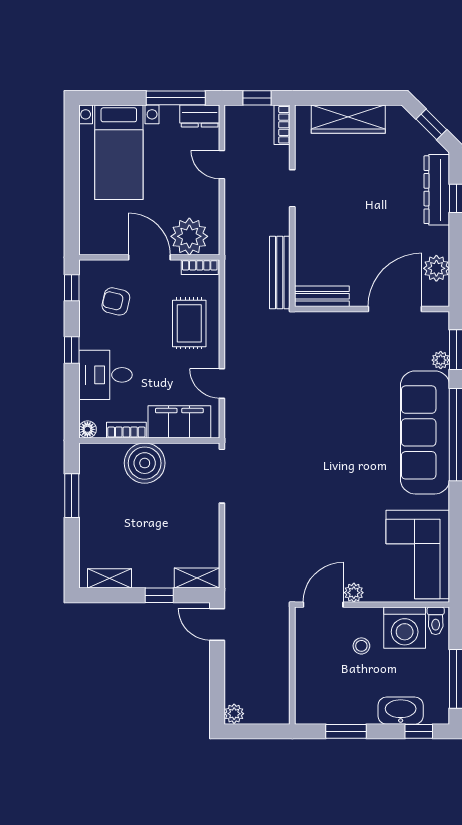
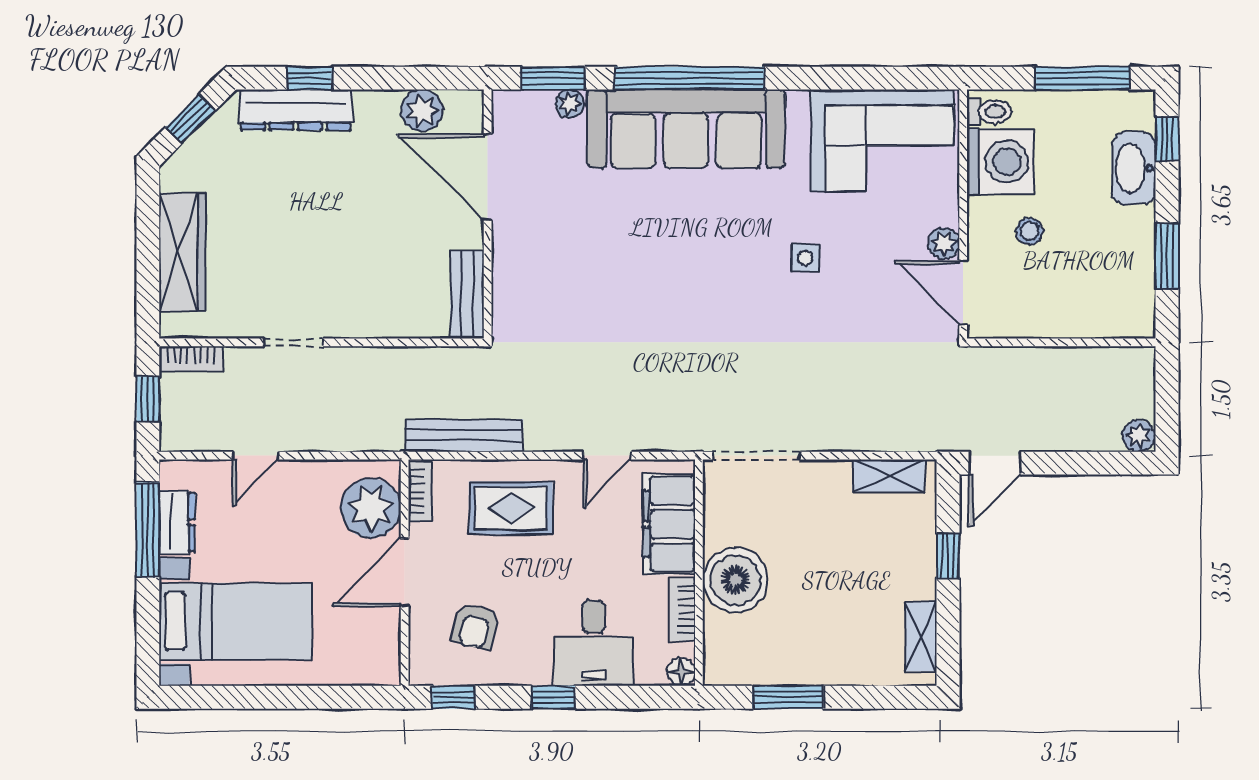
dresser: (200, 116) -> (177, 522), moved
bench: (280, 273) -> (464, 435), moved
side table: (345, 506) -> (805, 258), added
shelving: (197, 578) -> (889, 476), moved, turned 90

